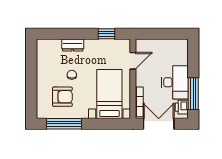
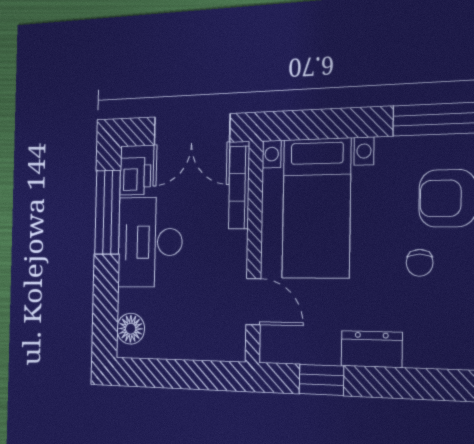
dresser: (73, 45) -> (372, 349), moved
floor lamp: (182, 50) -> (131, 329), added
door: (133, 61) -> (253, 302), swing flipped

